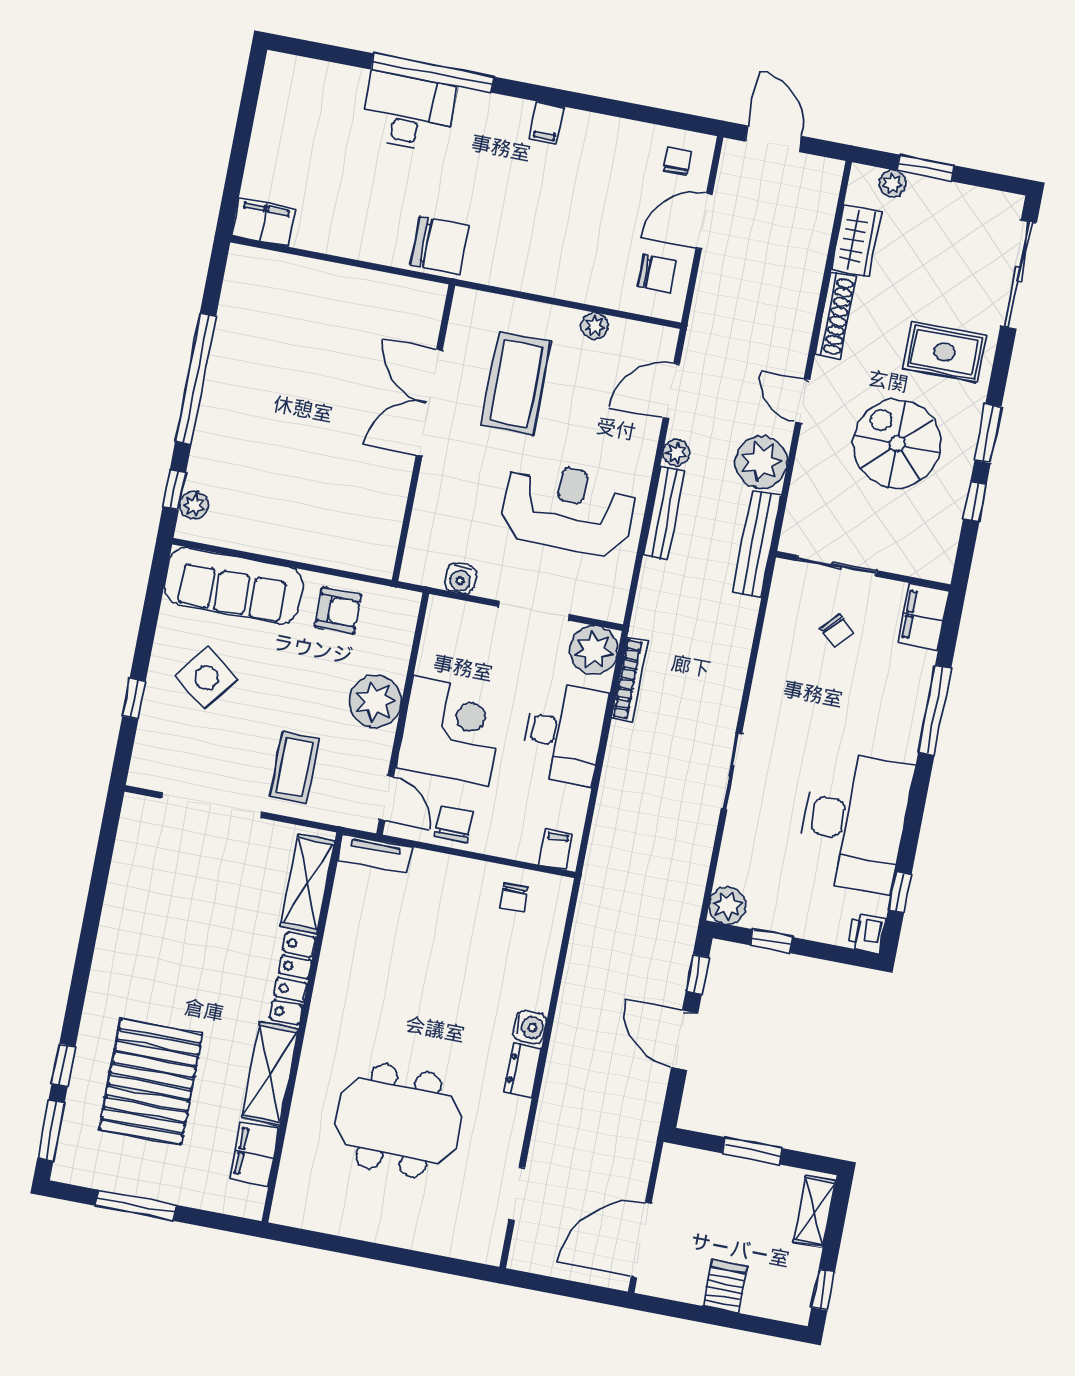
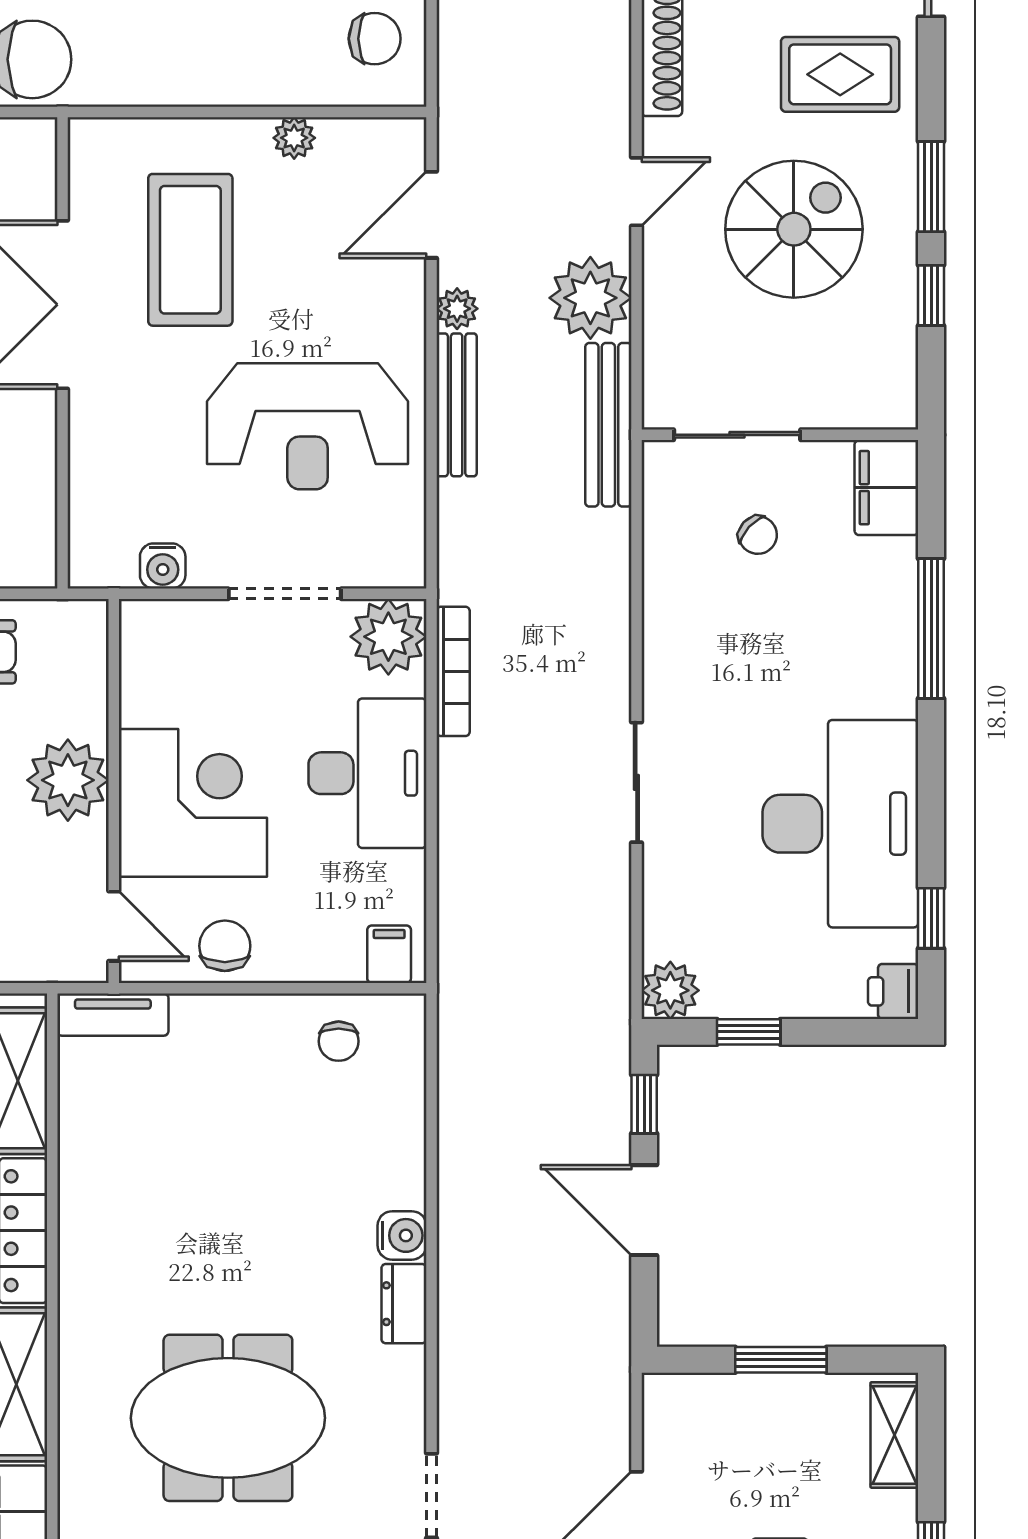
door: (803, 401) -> (636, 192), swing flipped
spiral stairs: (897, 444) -> (794, 229), turned 90
reception desk: (568, 508) -> (308, 426), turned 180

